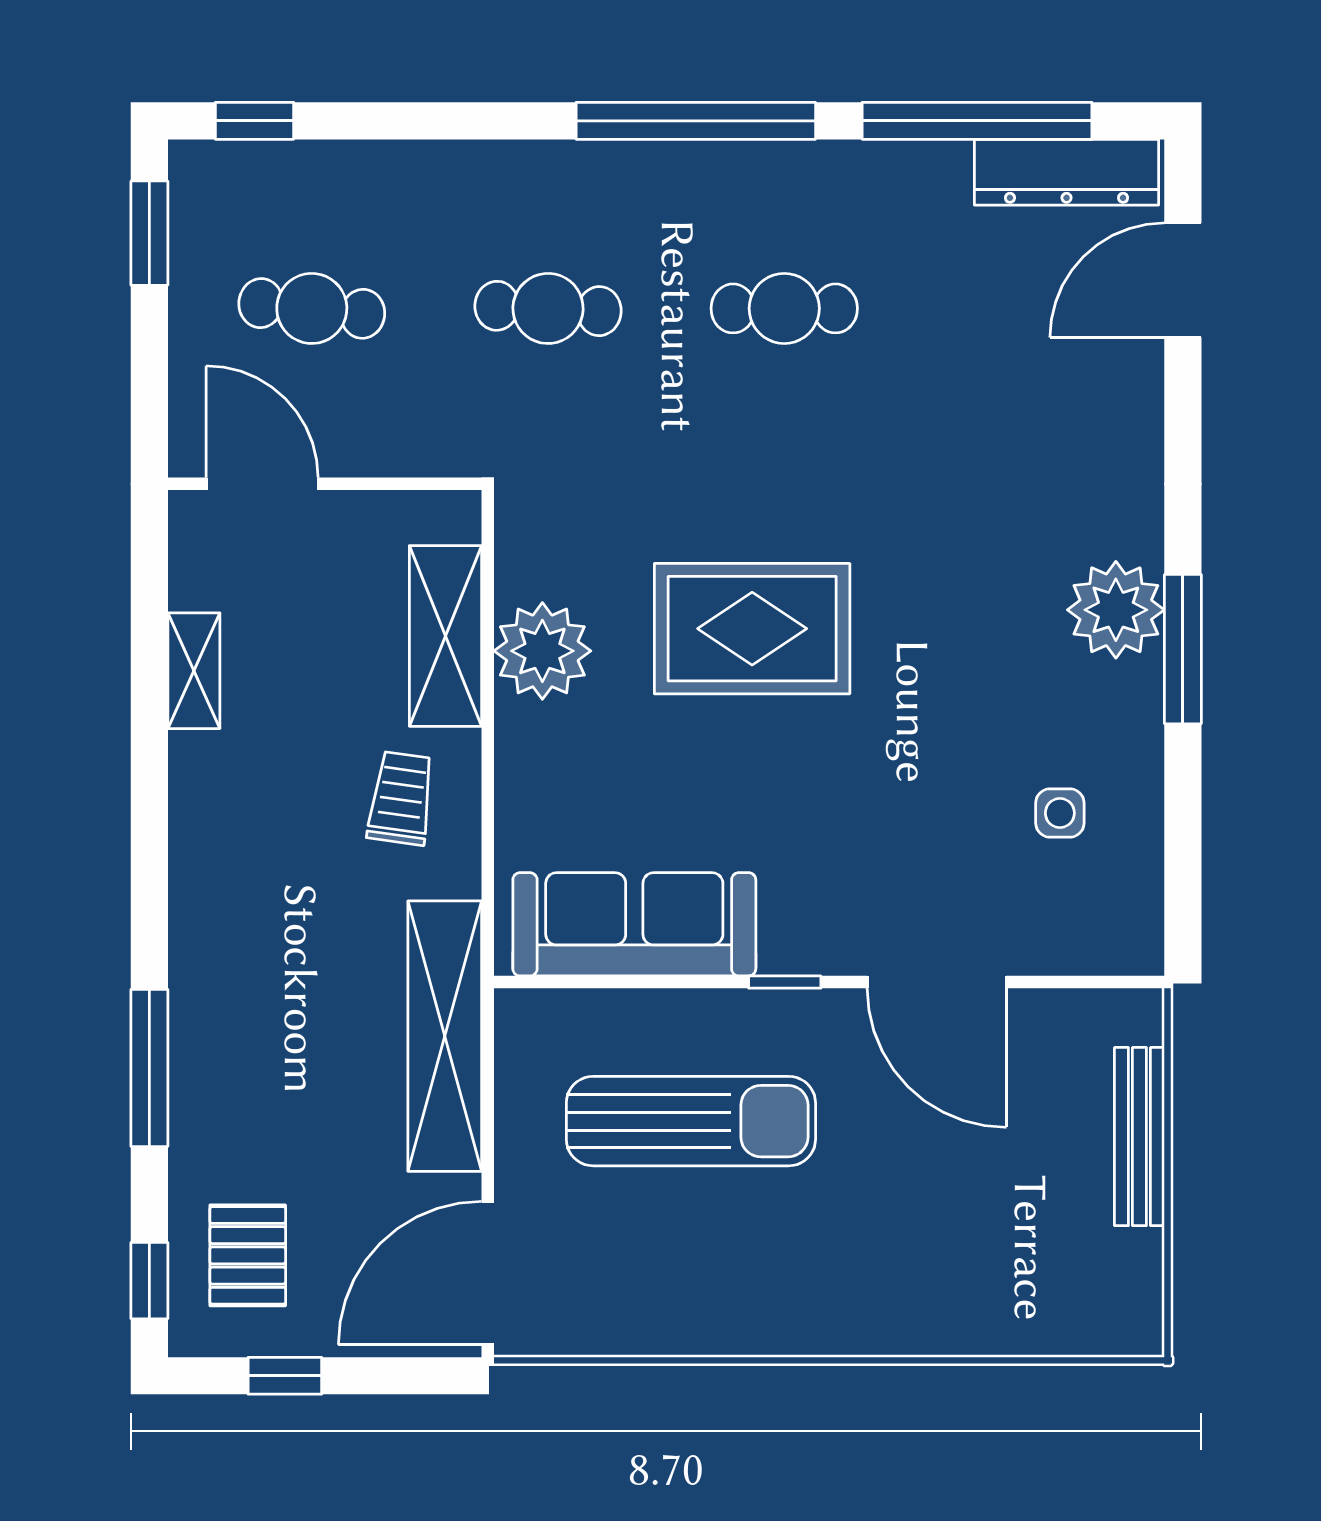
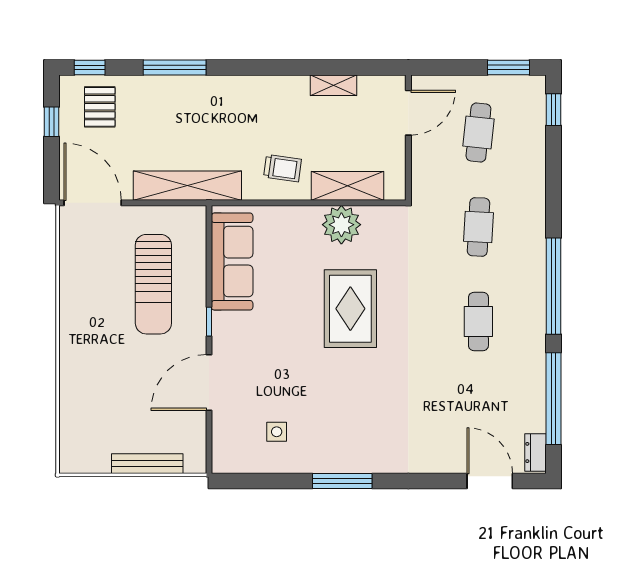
dresser: (1067, 172) -> (536, 452), width x0.51, depth x0.80
plant: (1116, 610) -> (358, 454), removed
pallet: (248, 1255) -> (100, 107), turned 90

